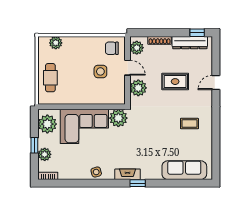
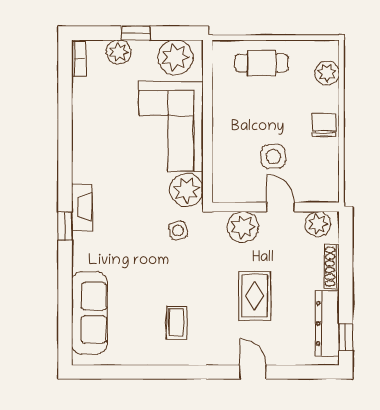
chair: (112, 48) -> (324, 125), moved
door: (128, 68) -> (281, 207), swing flipped
side table: (96, 172) -> (178, 231), moved

